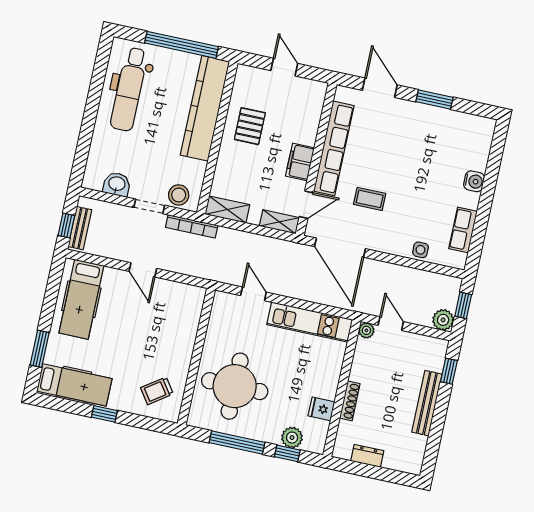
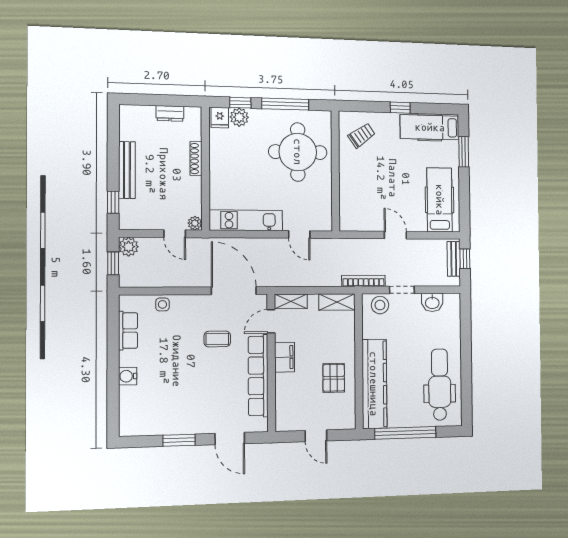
fridge: (321, 409) -> (220, 118), moved, turned 90

